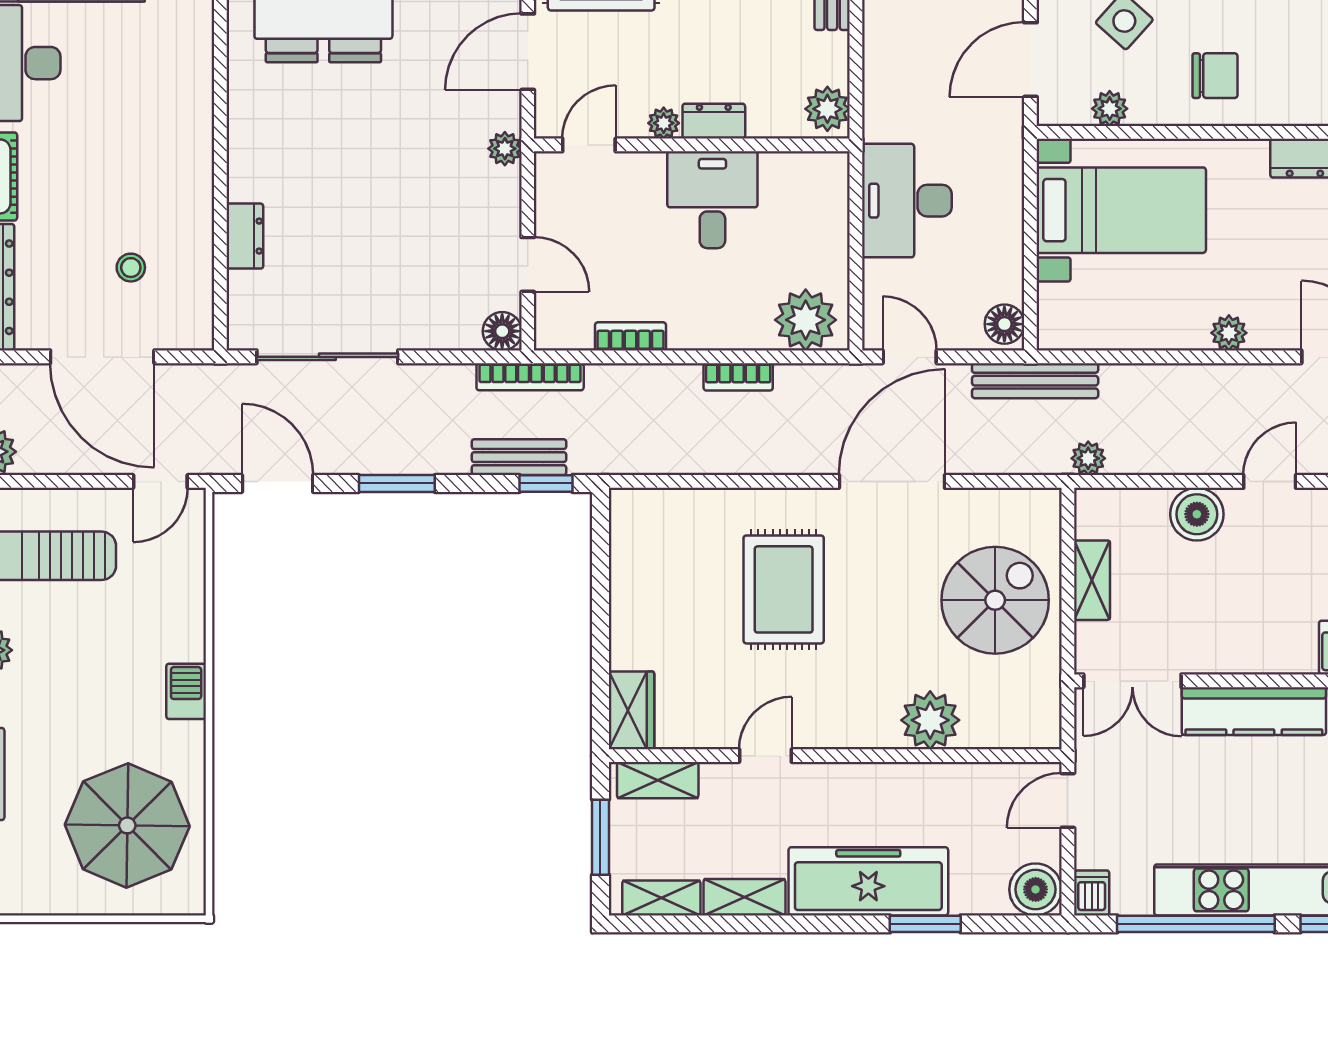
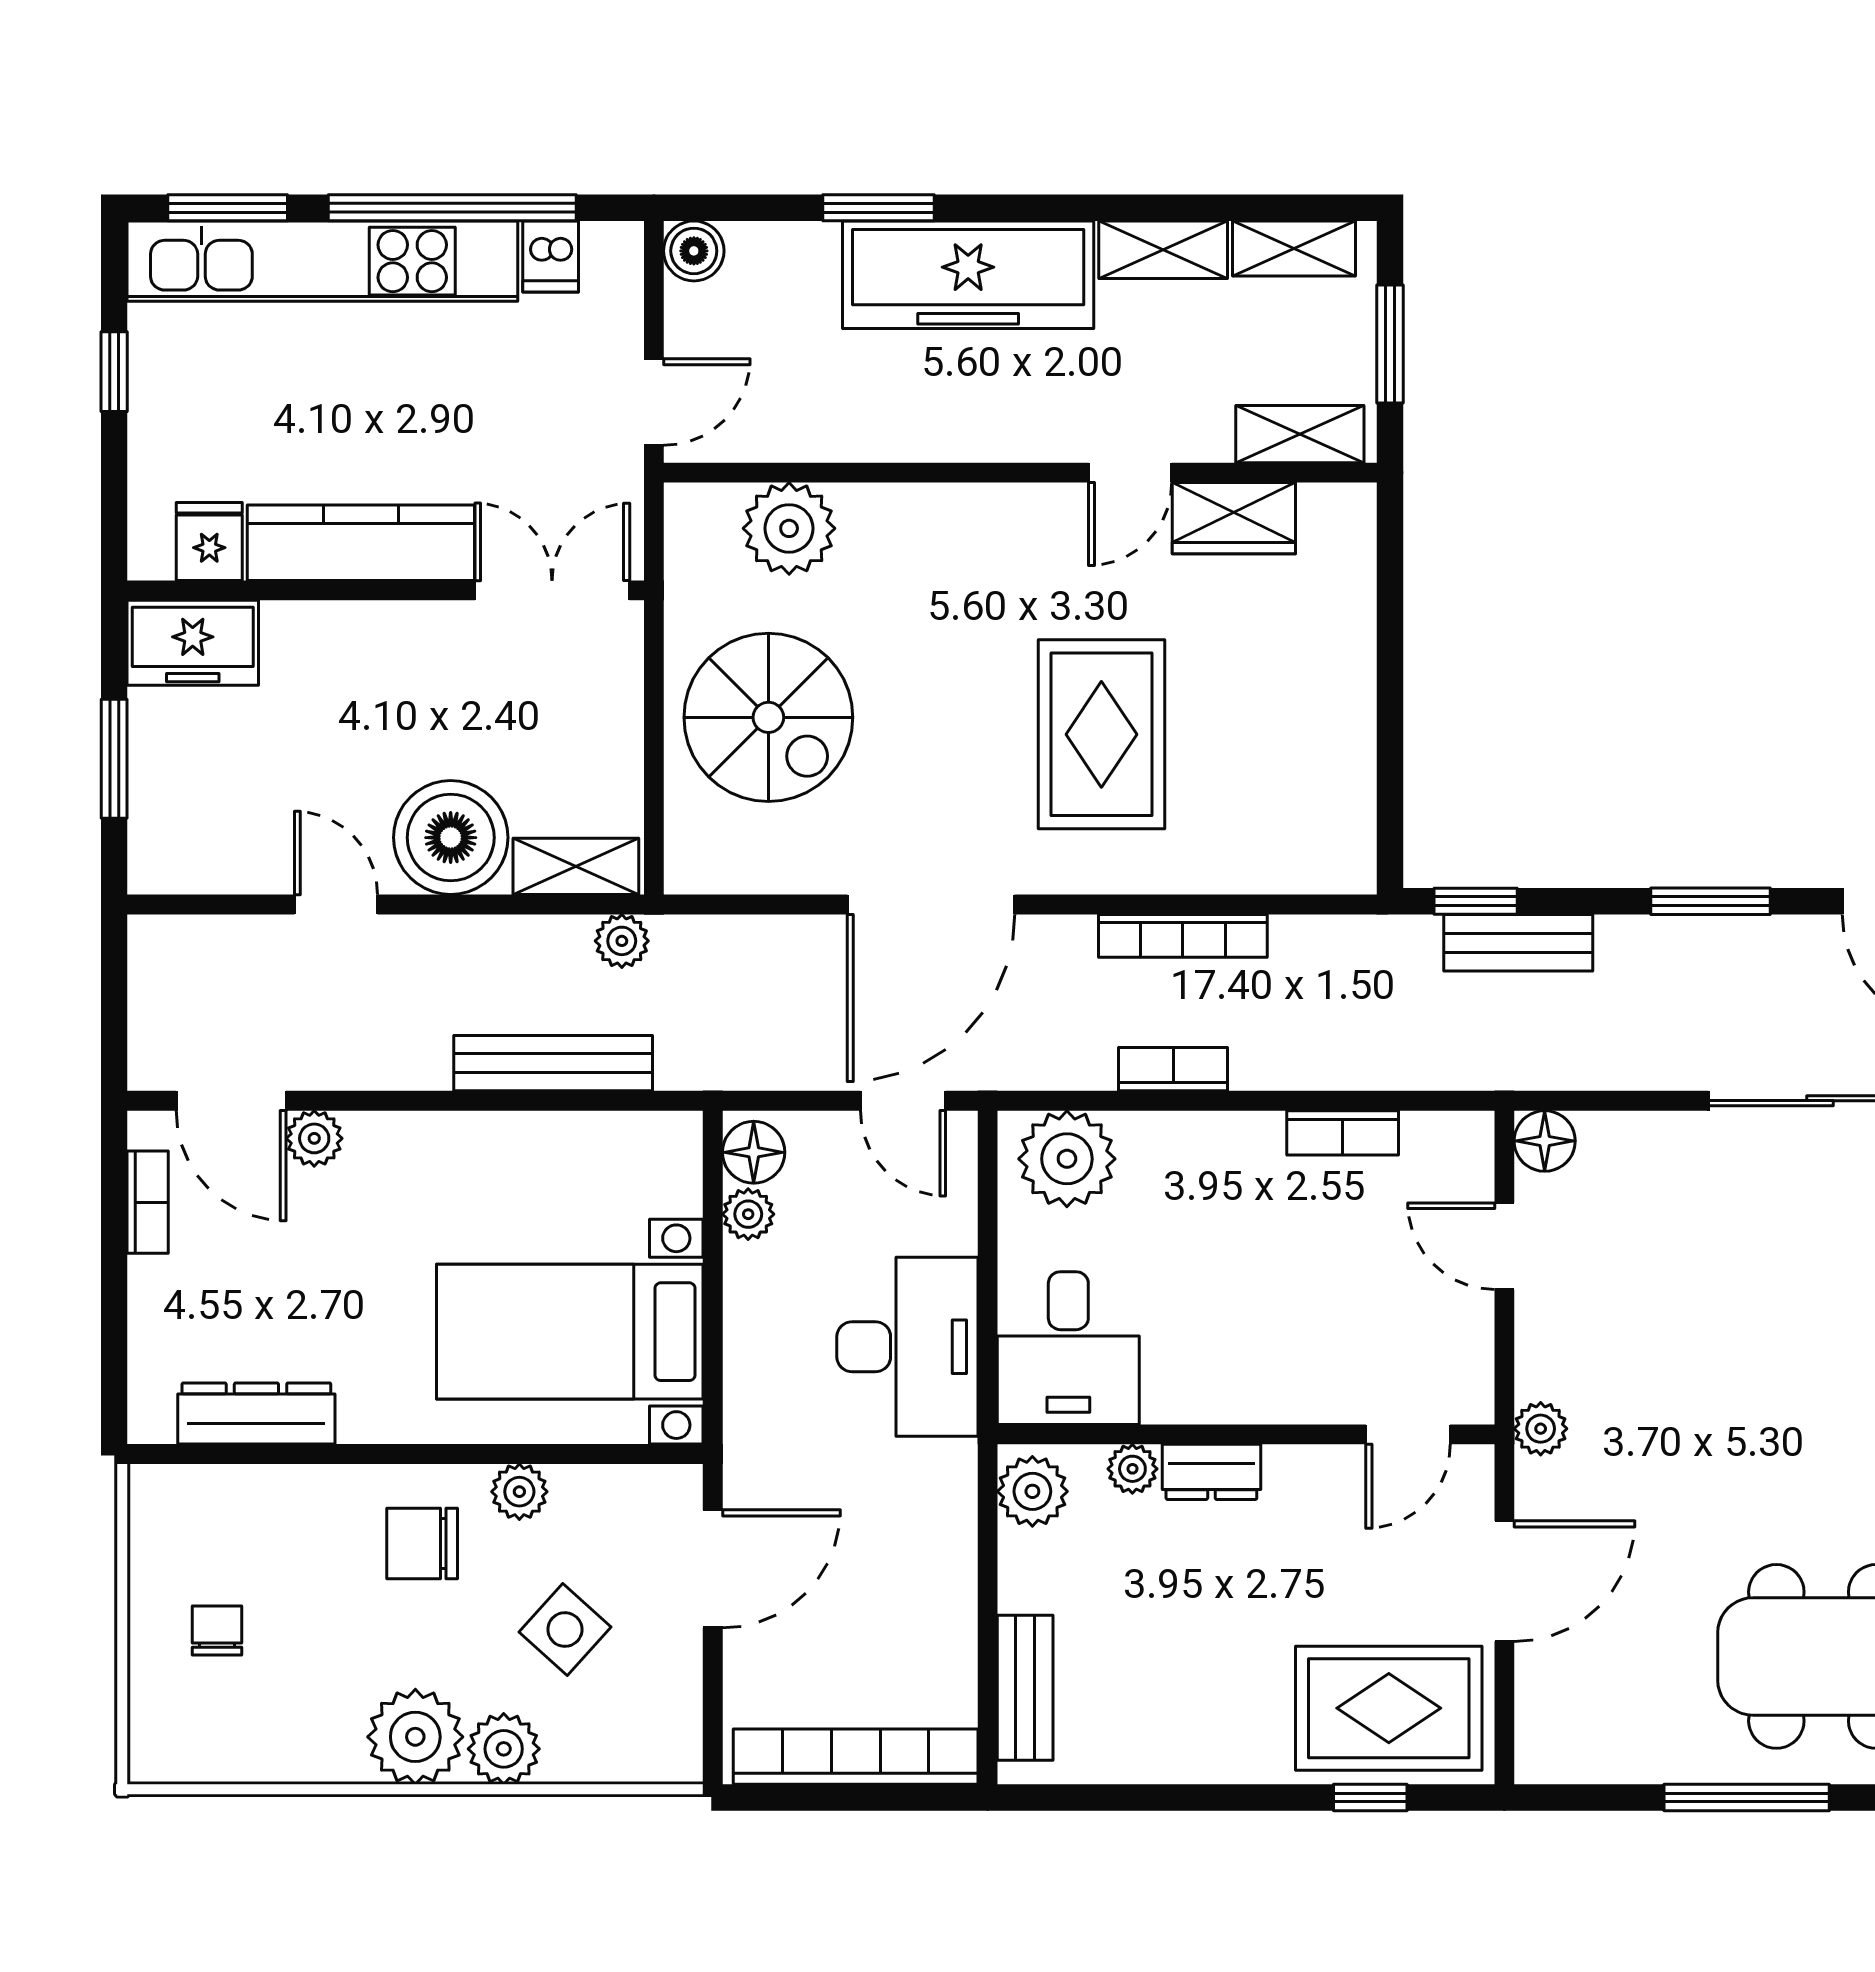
plant: (1110, 109) -> (519, 1492), moved
plant: (664, 123) -> (1132, 1469), moved
desk: (712, 200) -> (1068, 1348), moved
plant: (1008, 285) -> (748, 1214), added
plant: (1229, 333) -> (314, 1138), moved
bookcase: (530, 377) -> (1183, 936), moved, turned 180
bench: (1035, 381) -> (553, 1063), moved
door: (1270, 481) -> (336, 904), swing flipped
boiler: (1197, 514) -> (451, 838), width x1.37, depth x1.37
shelving: (1092, 580) -> (576, 866), moved, turned 90
spiral stairs: (995, 600) -> (768, 717), turned -90
wardrobe: (631, 710) -> (1234, 518), moved, turned -90
plant: (930, 720) -> (789, 528), moved
boiler: (1036, 889) -> (694, 251), width x0.73, depth x0.73
dishwasher: (1092, 893) -> (551, 256), moved

